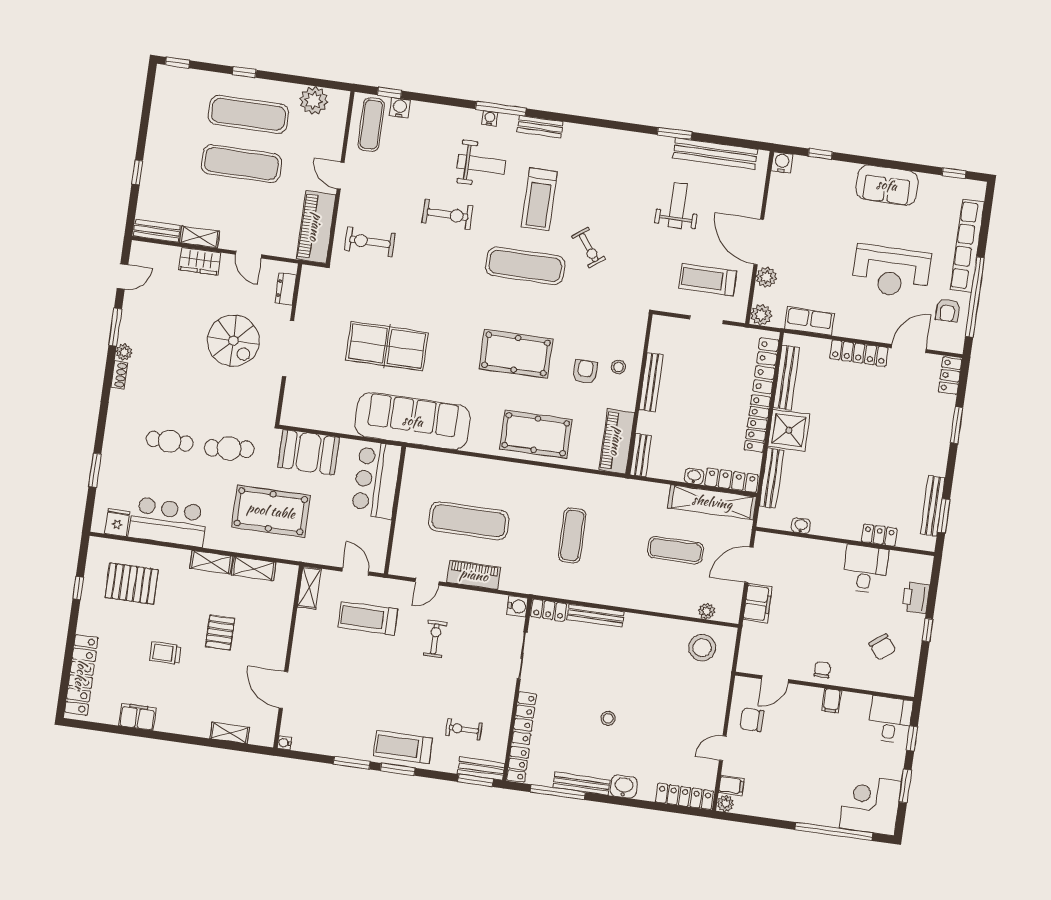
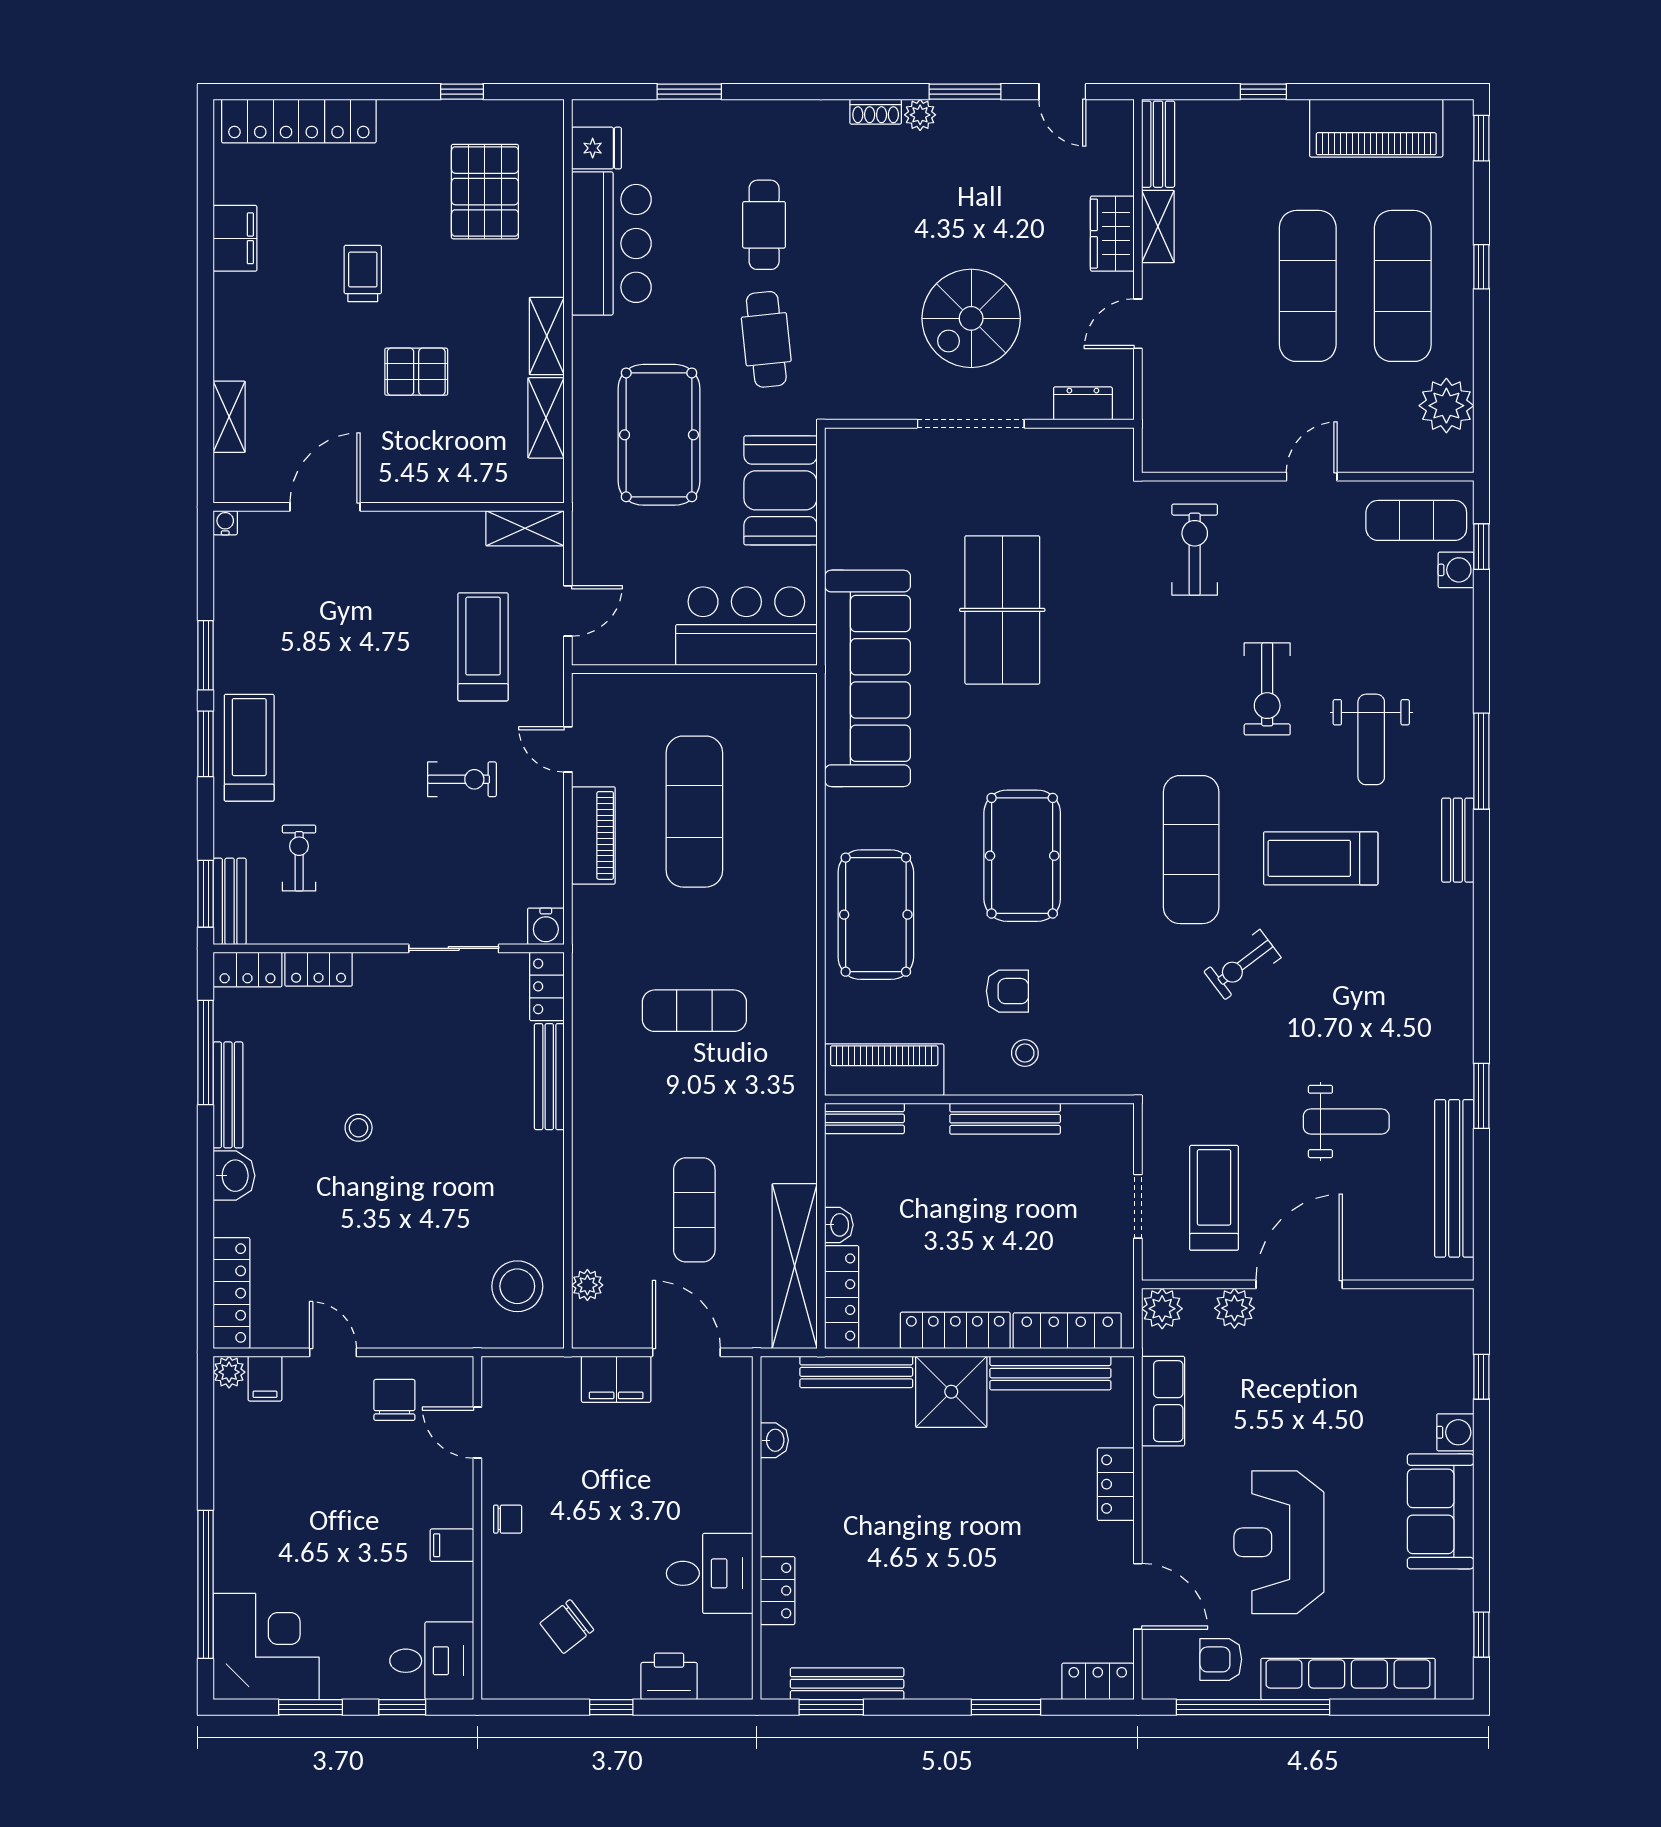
water cooler: (490, 118) -> (1460, 743), removed
water cooler: (782, 162) -> (1455, 1432), moved
piano: (316, 227) -> (1376, 128), moved, turned 180
locker: (859, 353) -> (1116, 1484), width x0.66
locker: (524, 718) -> (319, 969), width x0.66

